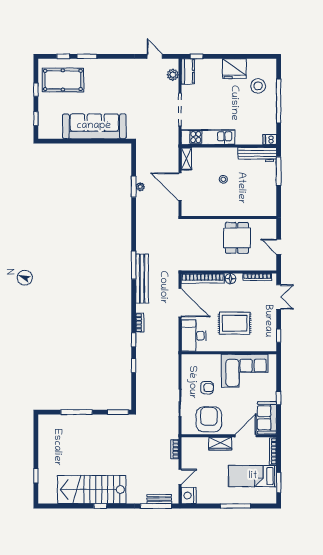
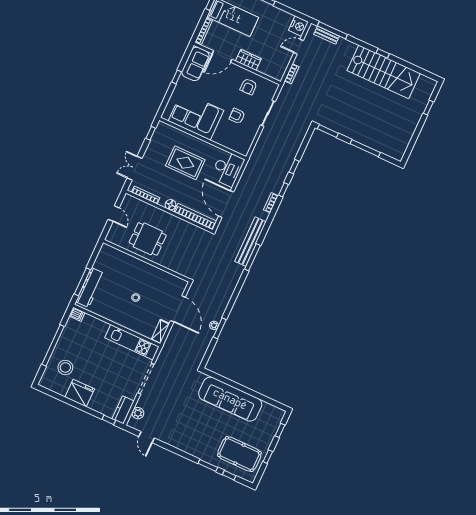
workbench: (257, 154) -> (90, 288), moved, turned 90
dining table: (237, 238) -> (148, 239), turned 90
armchair: (209, 419) -> (249, 87), width x0.53, depth x0.53

